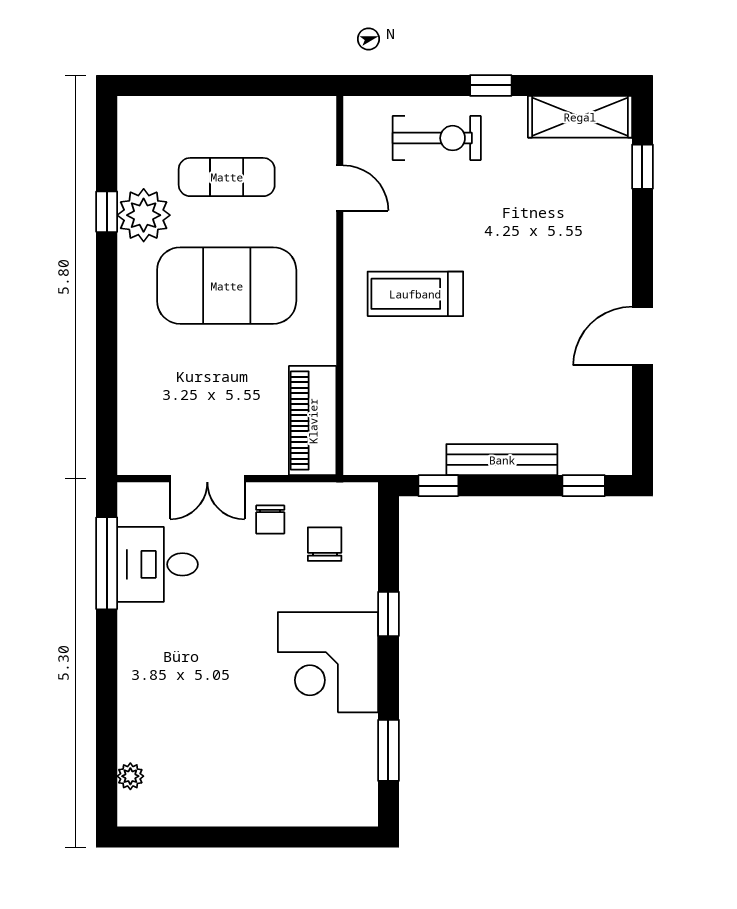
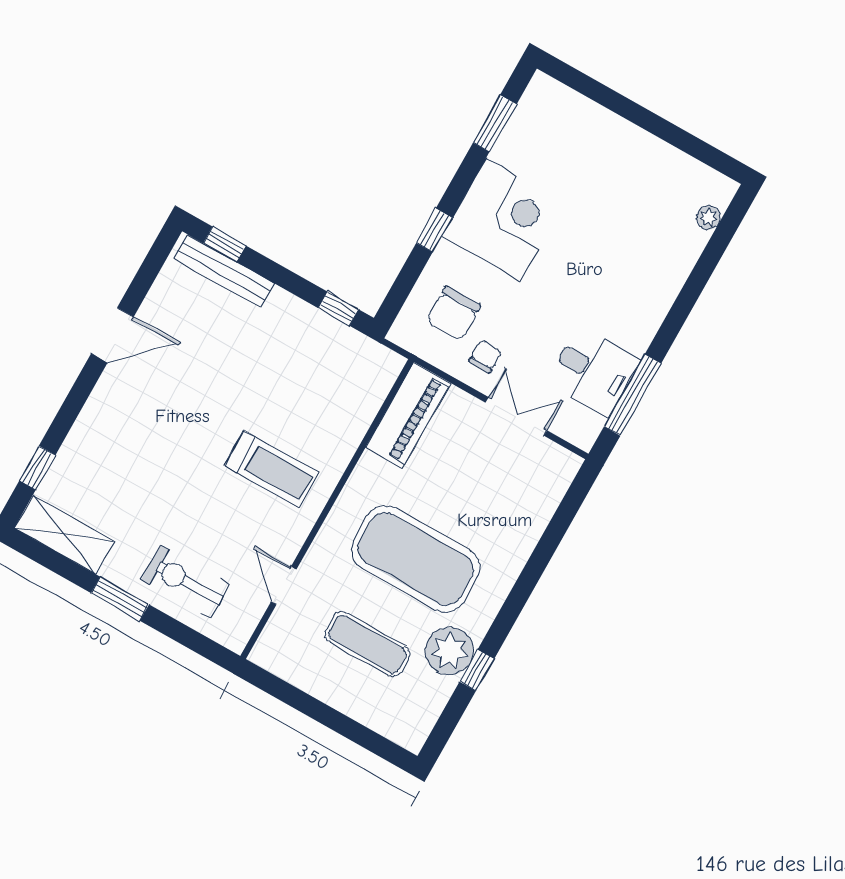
window: (491, 85) -> (120, 599), width x1.50
bench: (502, 460) -> (224, 271), moved
chair: (325, 544) -> (453, 313), width x1.37, depth x1.37

